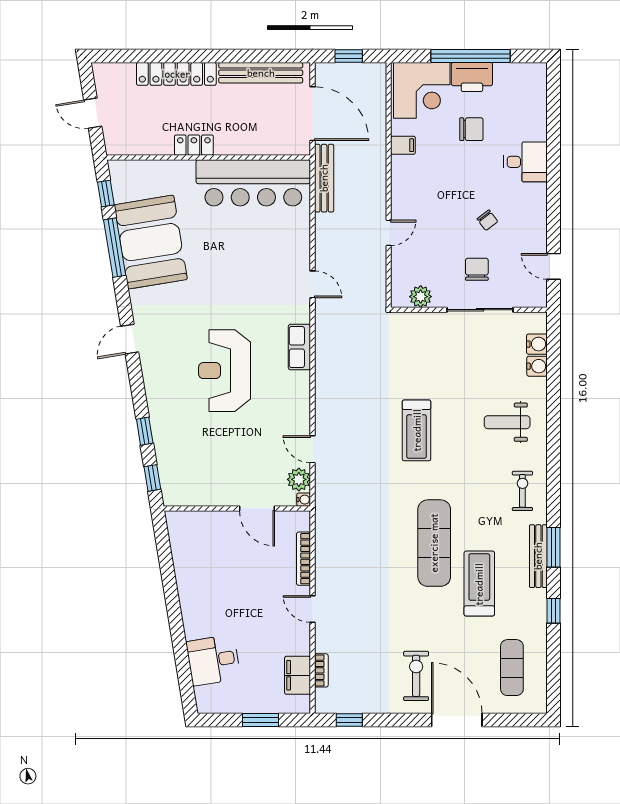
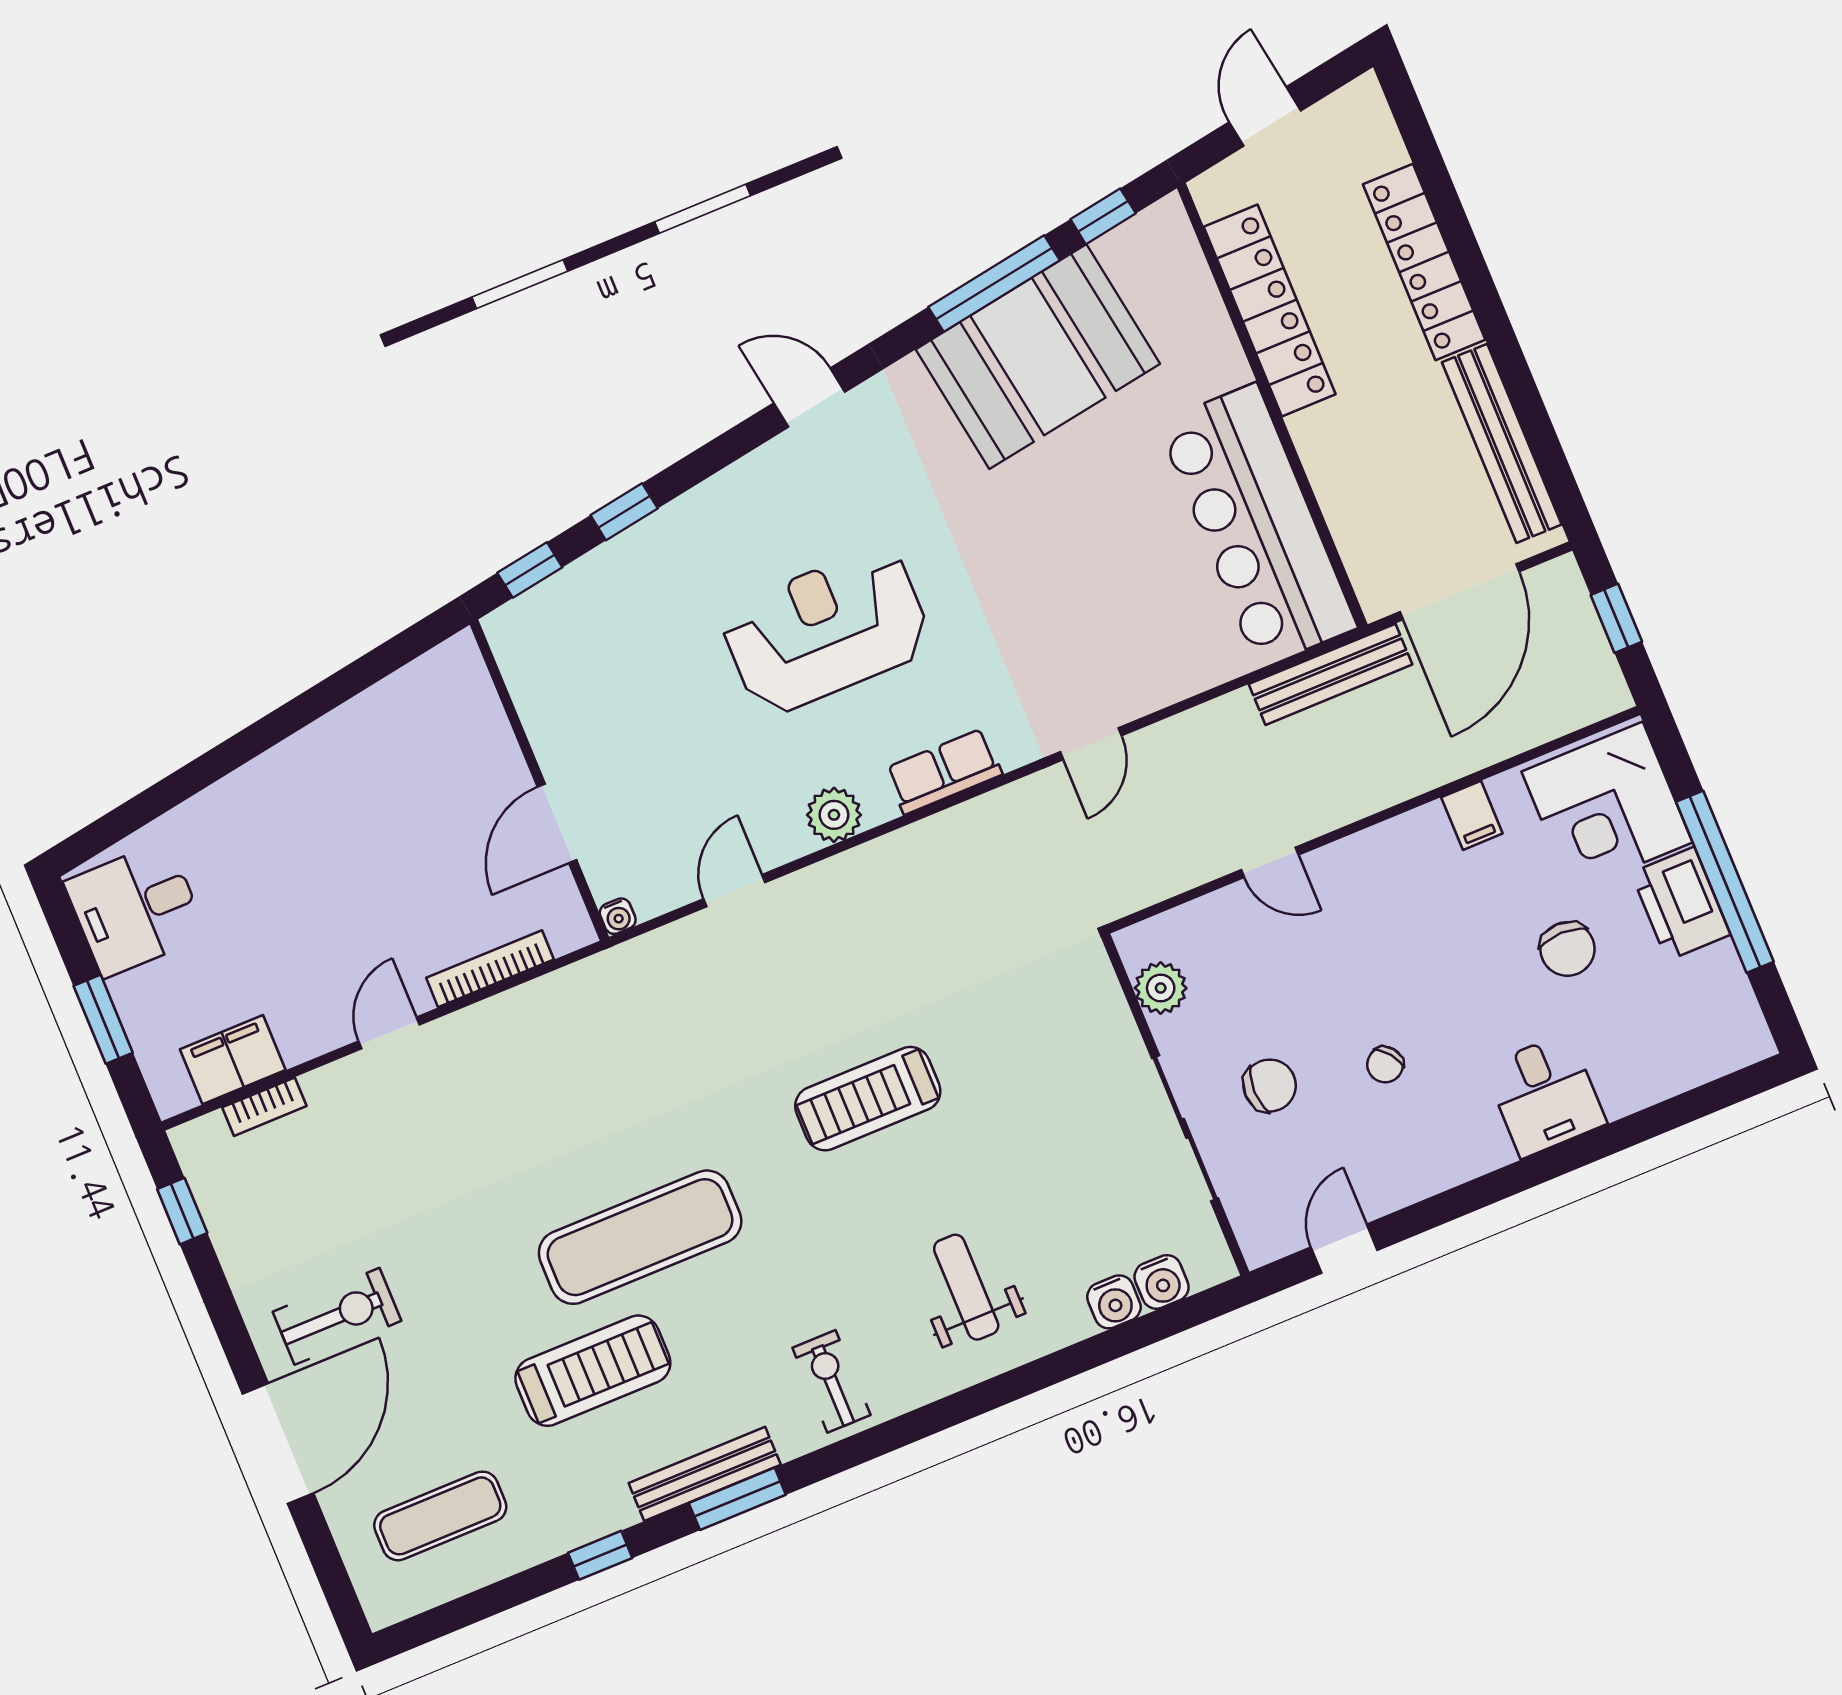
locker: (194, 145) -> (1270, 311), width x2.16, depth x1.21
plant: (299, 479) -> (834, 815), moved
exercise bike: (522, 491) -> (831, 1381), turned -90
desk: (213, 660) -> (136, 909), moved, turned -81

